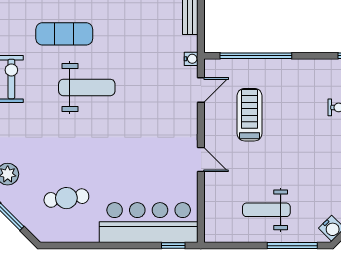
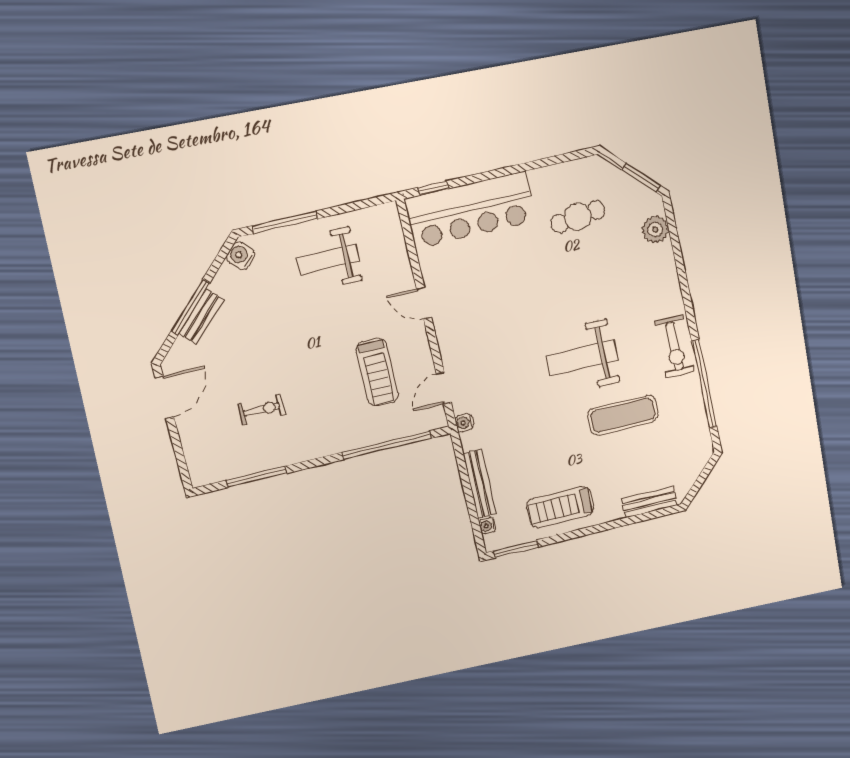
weight bench: (266, 210) -> (328, 260), turned 180

